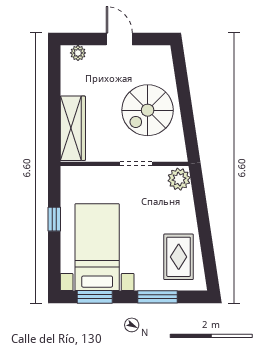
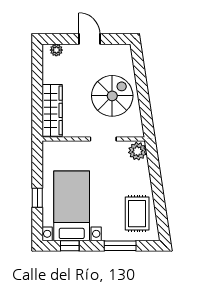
spiral stairs: (148, 110) -> (112, 96), turned 180
window: (54, 219) -> (37, 198), moved
window: (95, 297) -> (70, 246), width x0.67

